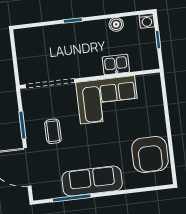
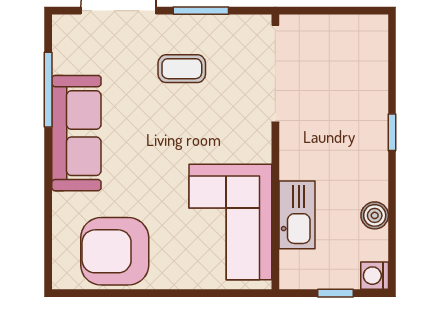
kitchen sink: (116, 64) -> (297, 215), width x1.38
corner sofa: (108, 100) -> (230, 222), moved

